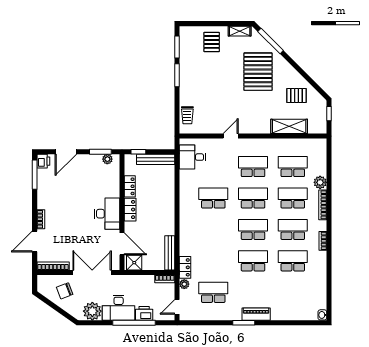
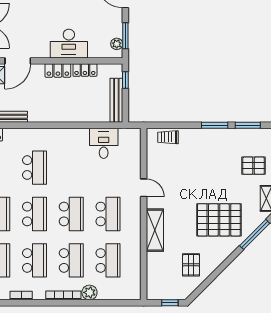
shelving: (289, 126) -> (155, 230), moved
desk: (192, 157) -> (104, 143), moved
school desk: (213, 198) -> (35, 168), moved
desk: (107, 214) -> (69, 44), moved

